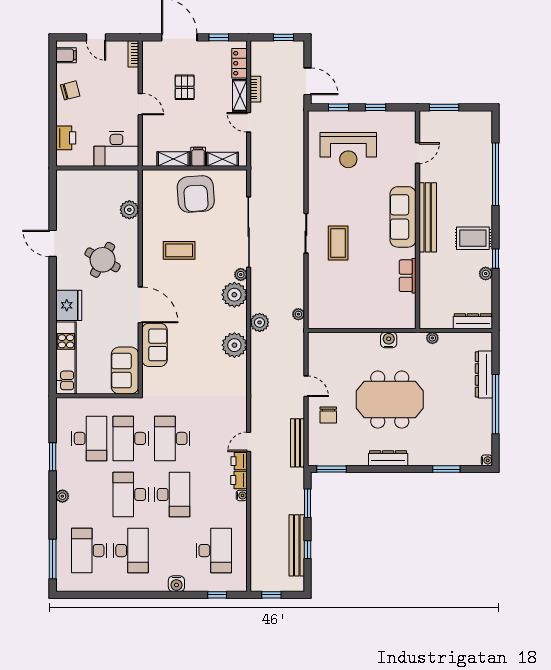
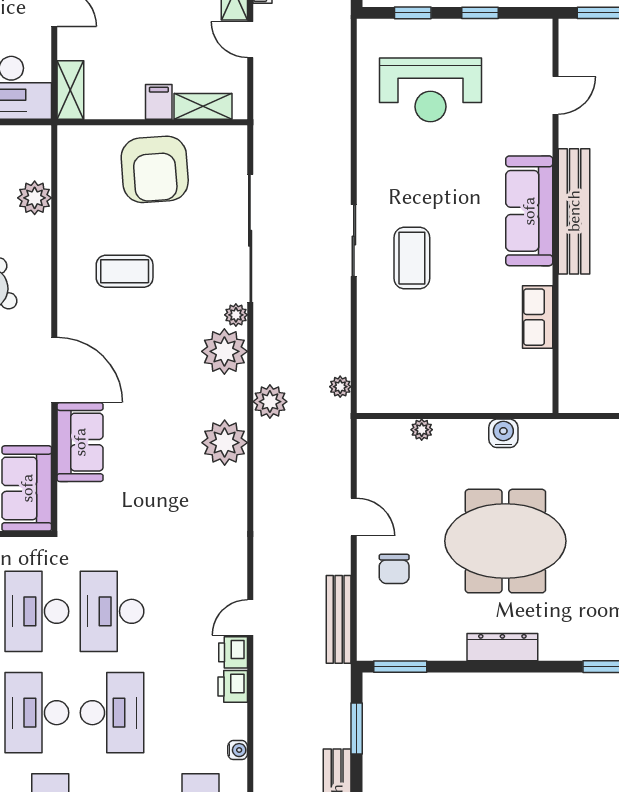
shelving: (173, 159) -> (70, 90), moved, turned 90
plant: (432, 338) -> (422, 430), moved
water cooler: (242, 495) -> (238, 750), moved

